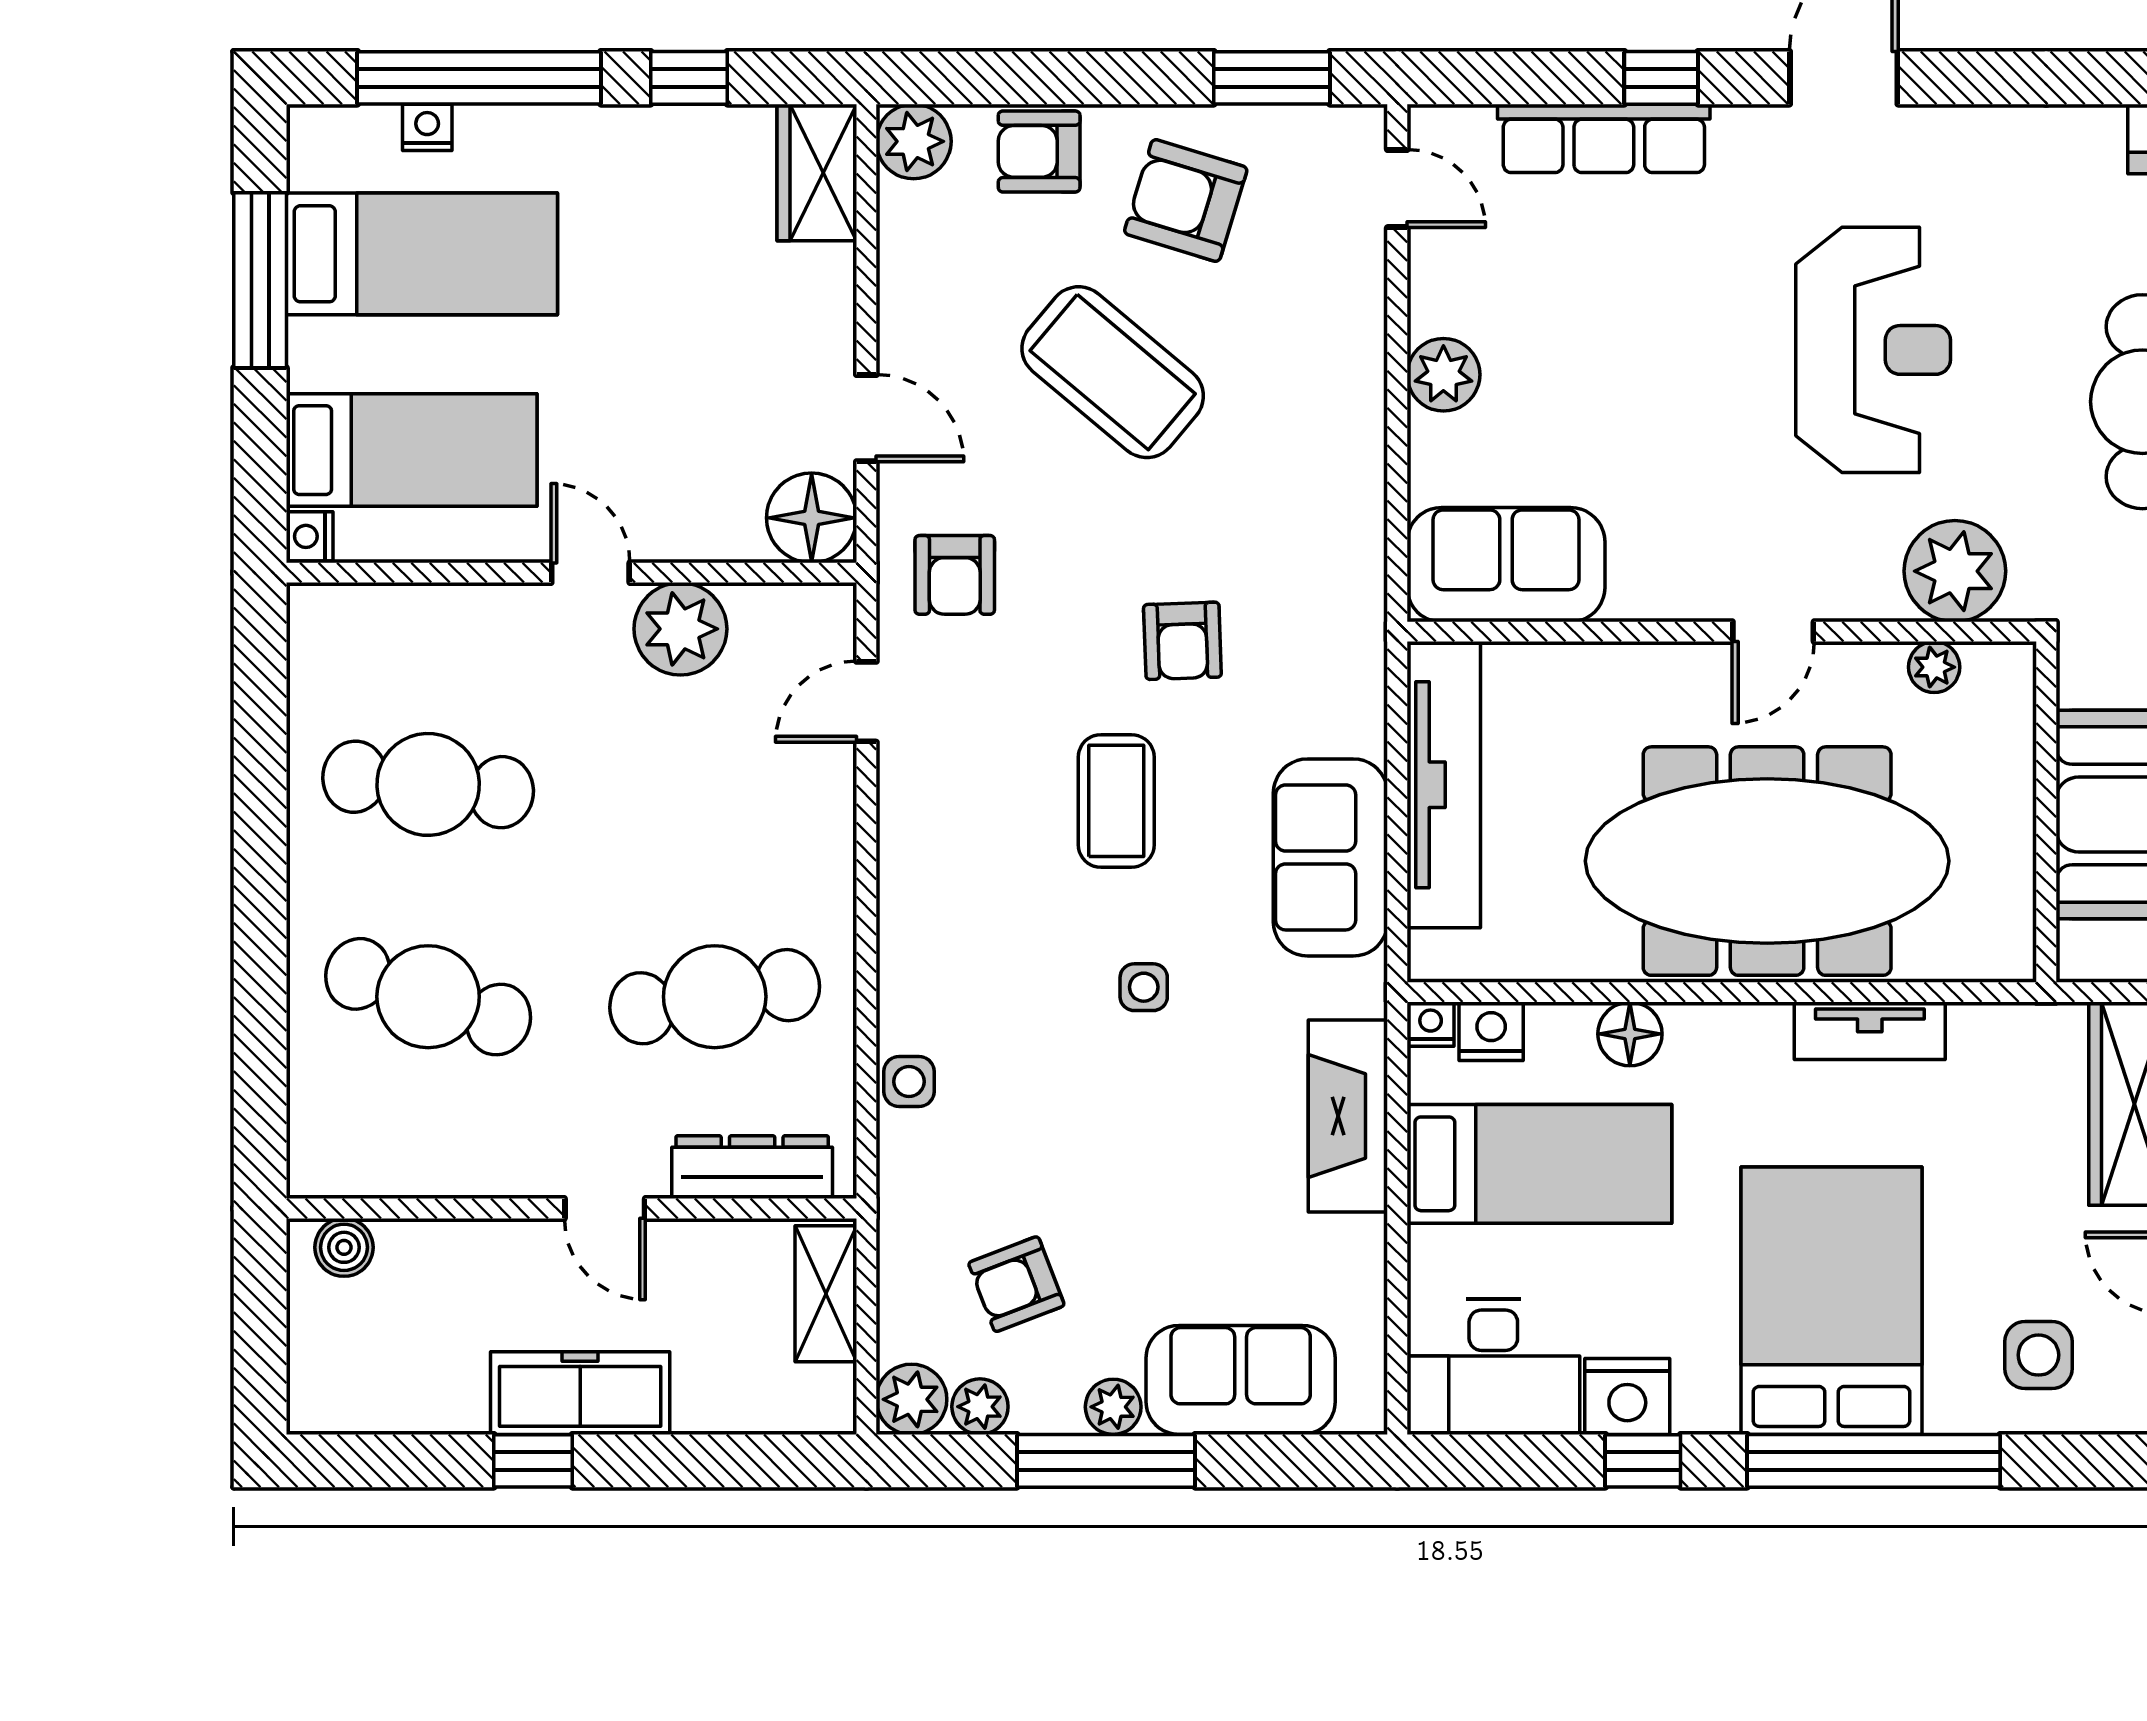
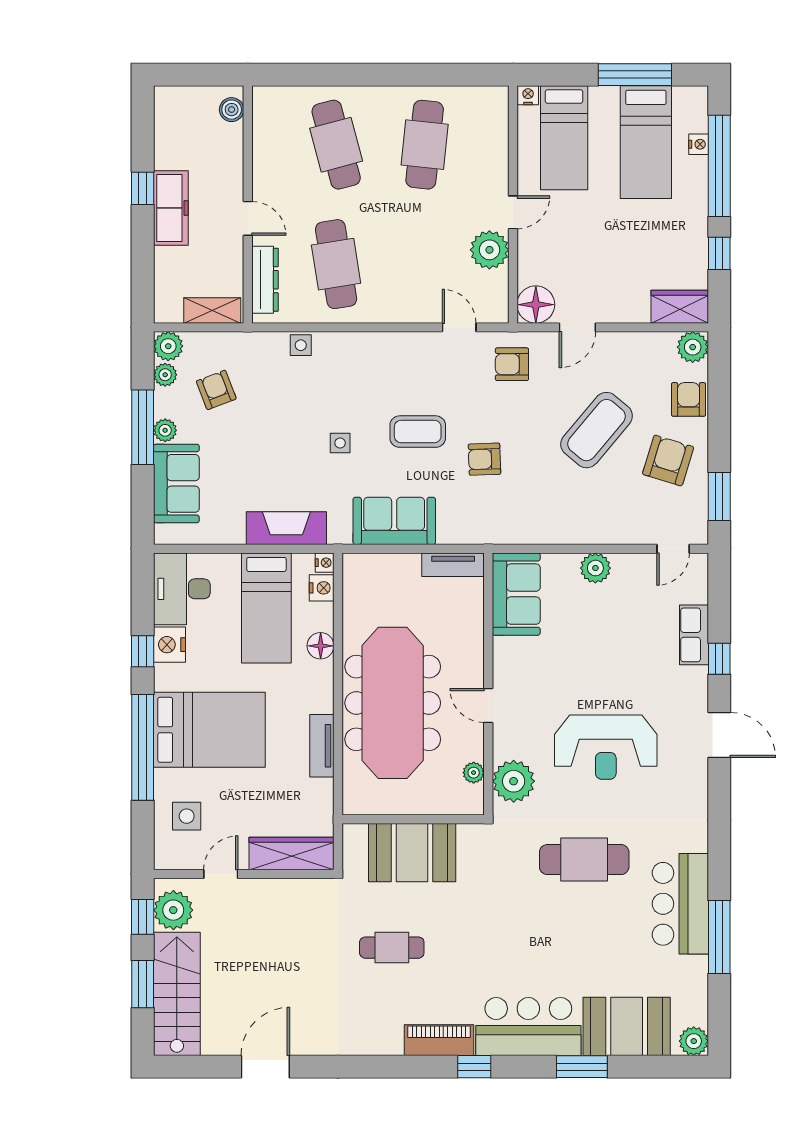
row of seats: (1604, 138) -> (694, 635), width x0.68
tv unit: (1444, 785) -> (453, 565), width x0.52, depth x0.78
cafe table: (428, 997) -> (336, 145), turned -33
door: (605, 1208) -> (248, 218), swing flipped

